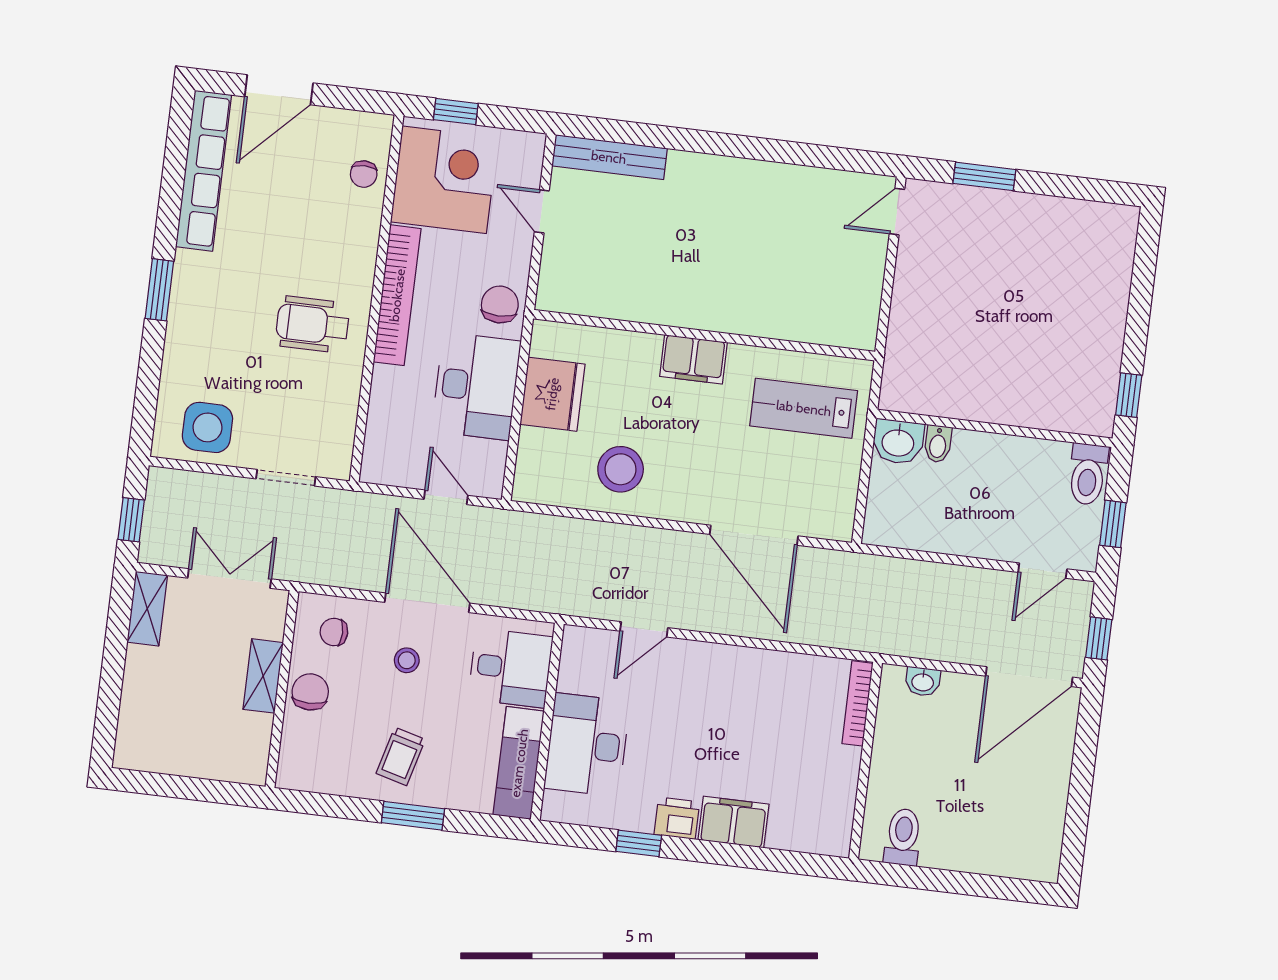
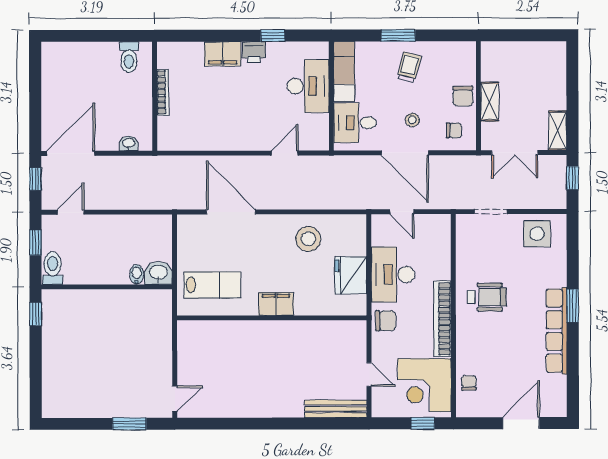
row of seats: (204, 171) -> (557, 331), moved
chair: (500, 305) -> (386, 321), turned -90
bookcase: (857, 703) -> (163, 92), moved

